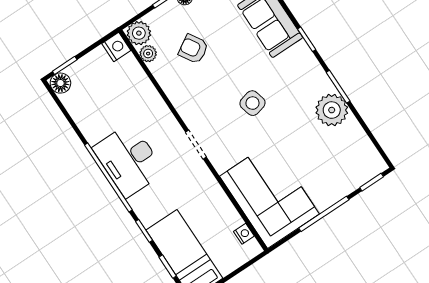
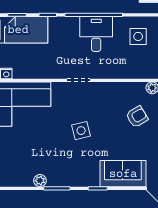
side table: (99, 109) -> (138, 36), added
plant: (332, 110) -> (40, 181), width x0.53, depth x0.53
desk: (129, 160) -> (96, 34), width x0.73

